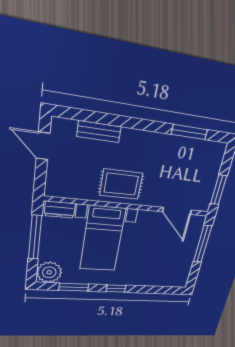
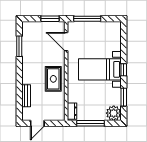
door: (177, 211) -> (66, 42), swing flipped
bed with nightstands: (102, 239) -> (100, 69), moved, turned 180

